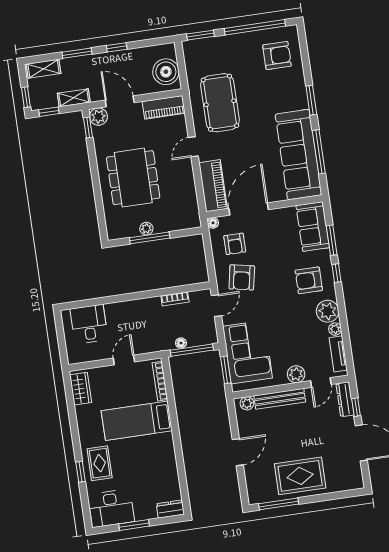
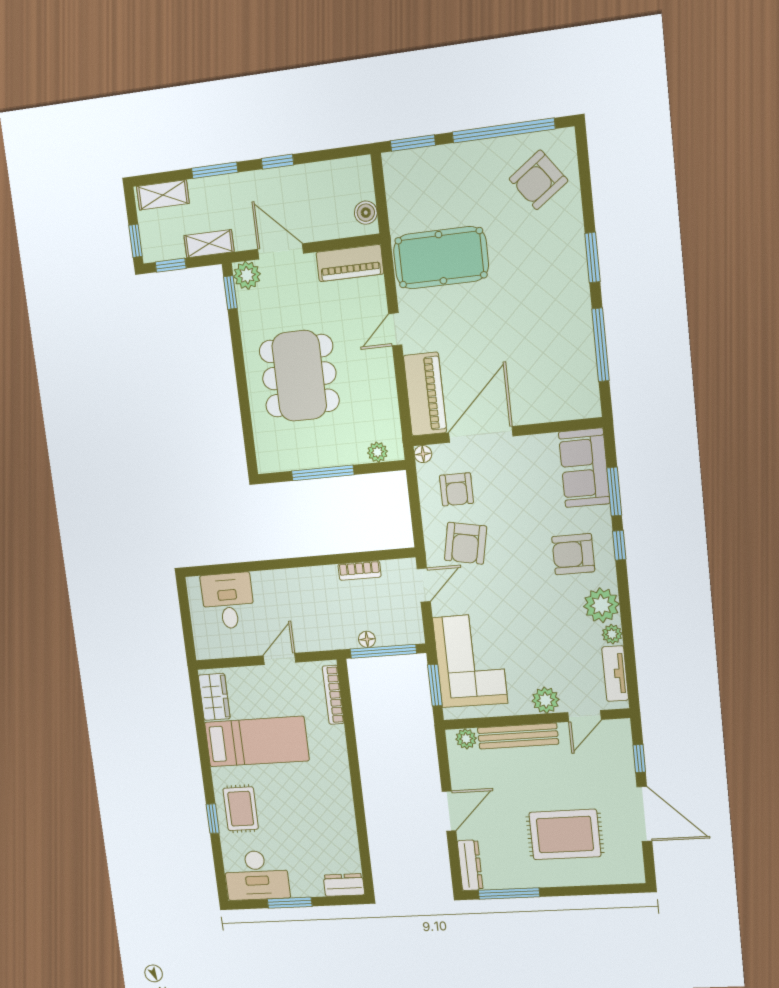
armchair: (277, 56) -> (538, 180), turned 144
boiler: (166, 72) -> (366, 213), width x0.54, depth x0.54
pool table: (220, 103) -> (441, 258), turned 90
sofa: (299, 155) -> (567, 348), removed
plant: (146, 229) -> (377, 452), moved
dresser: (345, 399) -> (470, 865), moved, turned 180
bed: (137, 421) -> (257, 742), moved, turned 180
rug: (300, 476) -> (565, 835), moved

